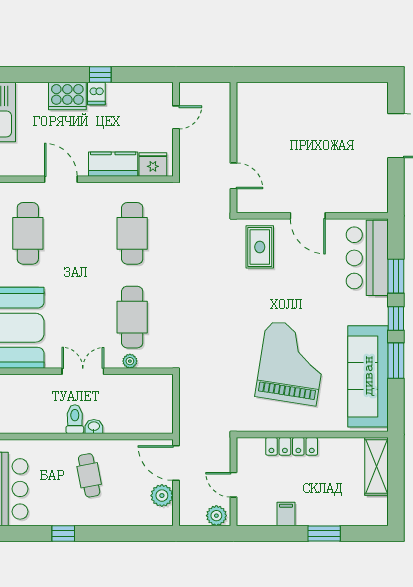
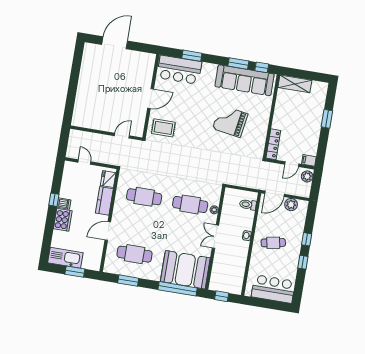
window: (396, 318) -> (262, 67), moved
grand piano: (291, 363) -> (230, 121), width x0.73, depth x0.68
toilet: (75, 419) -> (248, 205), moved
locker: (292, 446) -> (273, 144), moved
filing cabinet: (286, 514) -> (309, 160), moved
window: (105, 533) -> (307, 239), added

